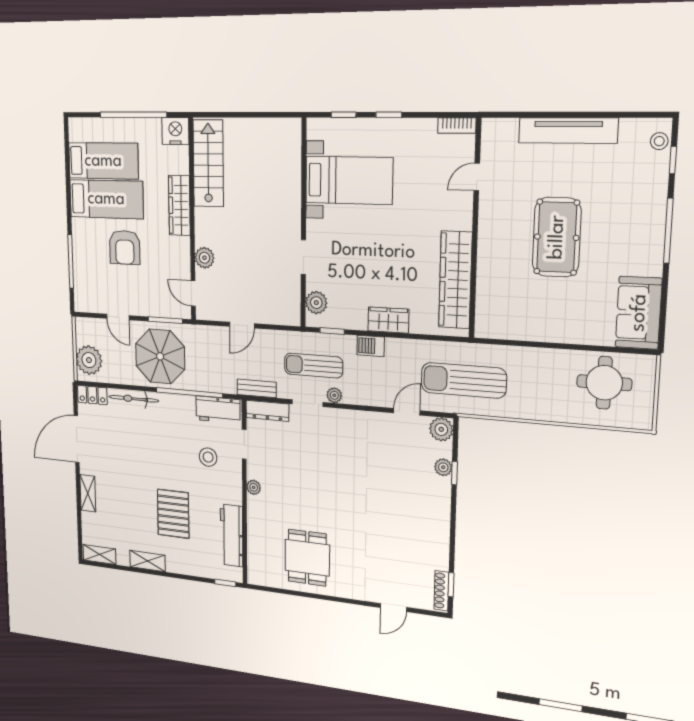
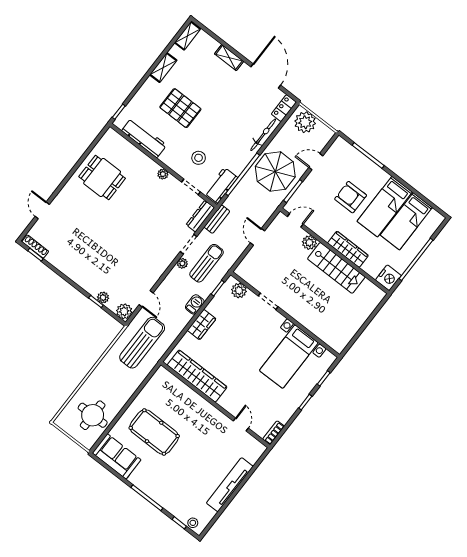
stairs: (208, 163) -> (336, 268), moved
pool table: (557, 237) -> (154, 432), moved

